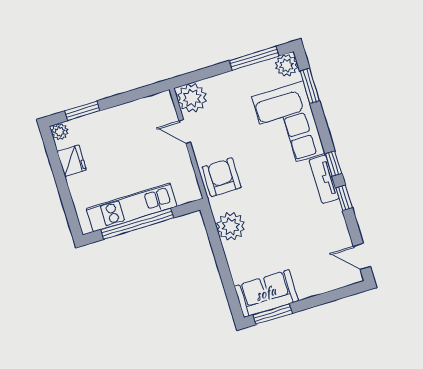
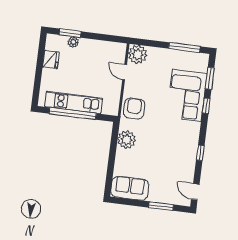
plant: (286, 65) -> (201, 60), removed
plant: (60, 132) -> (73, 42), moved
window: (333, 163) -> (206, 106), moved
tv unit: (324, 179) -> (193, 137), removed
window: (273, 314) -> (161, 206), moved

